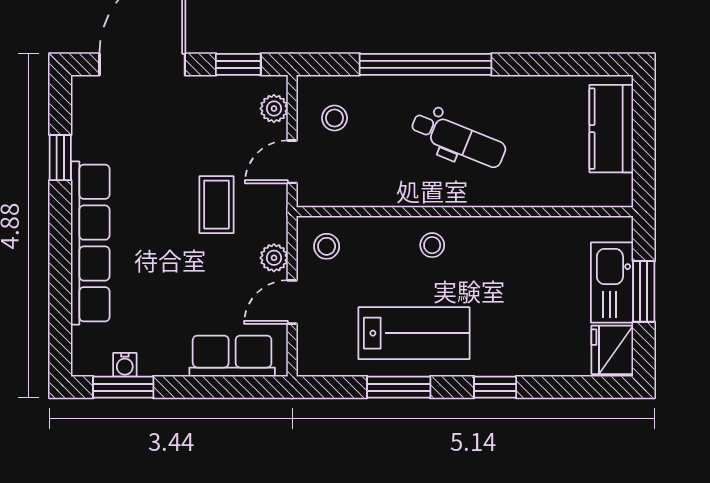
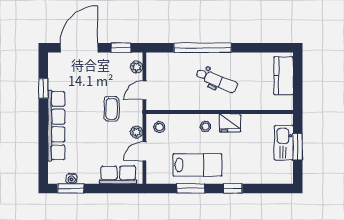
stool: (335, 118) -> (163, 71), removed
fridge: (612, 350) -> (230, 123), moved, turned -90

